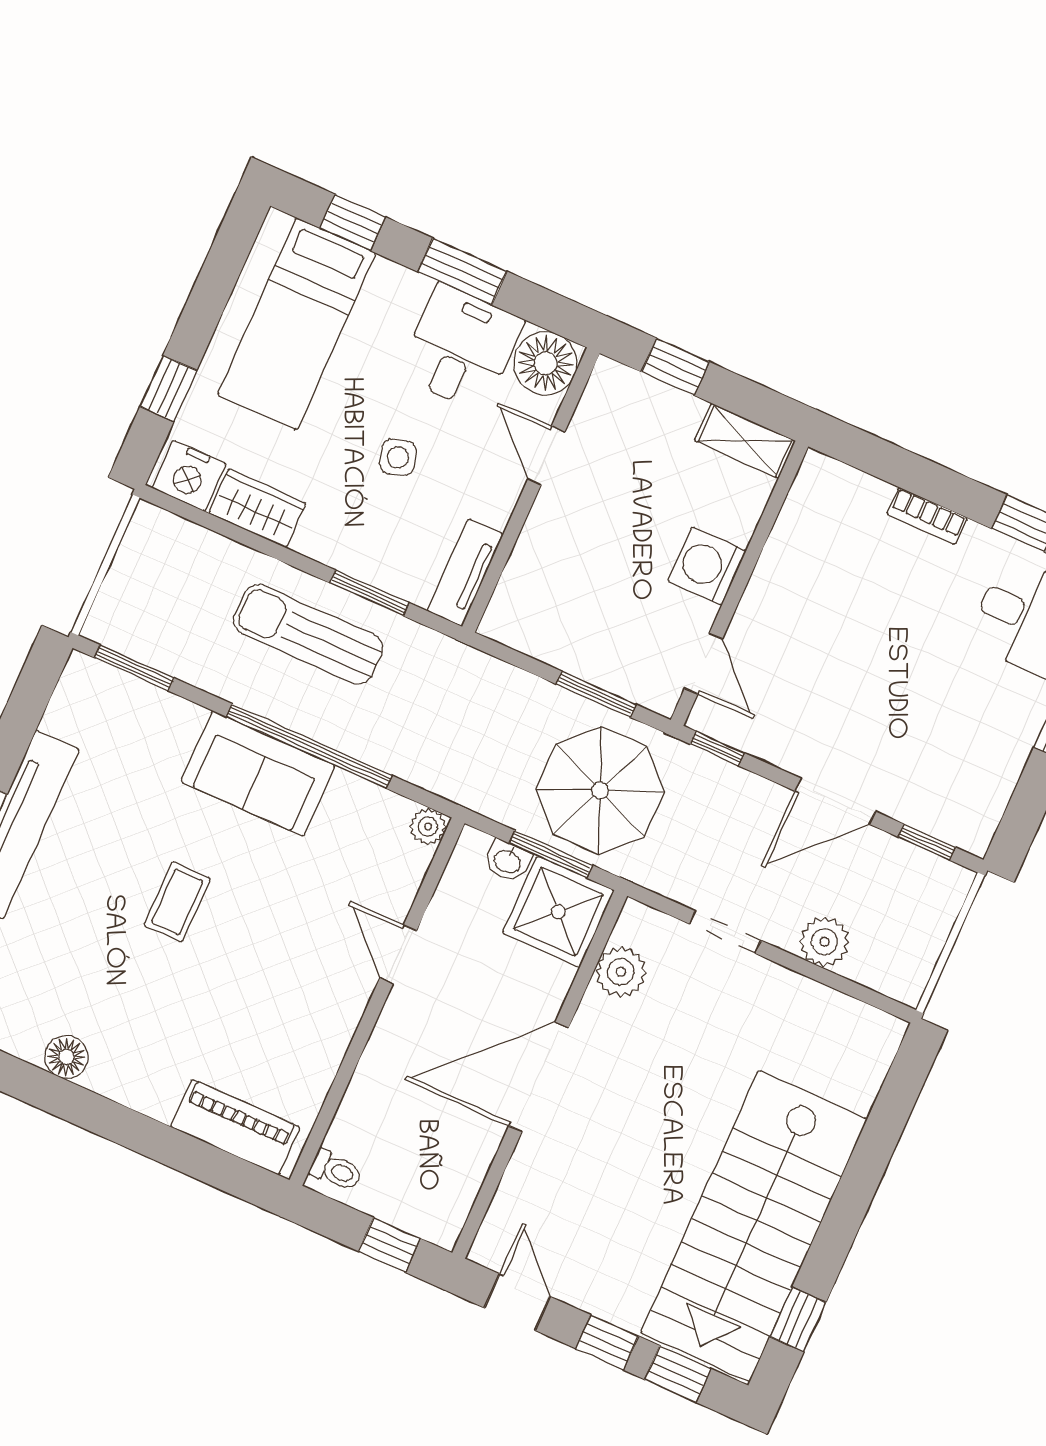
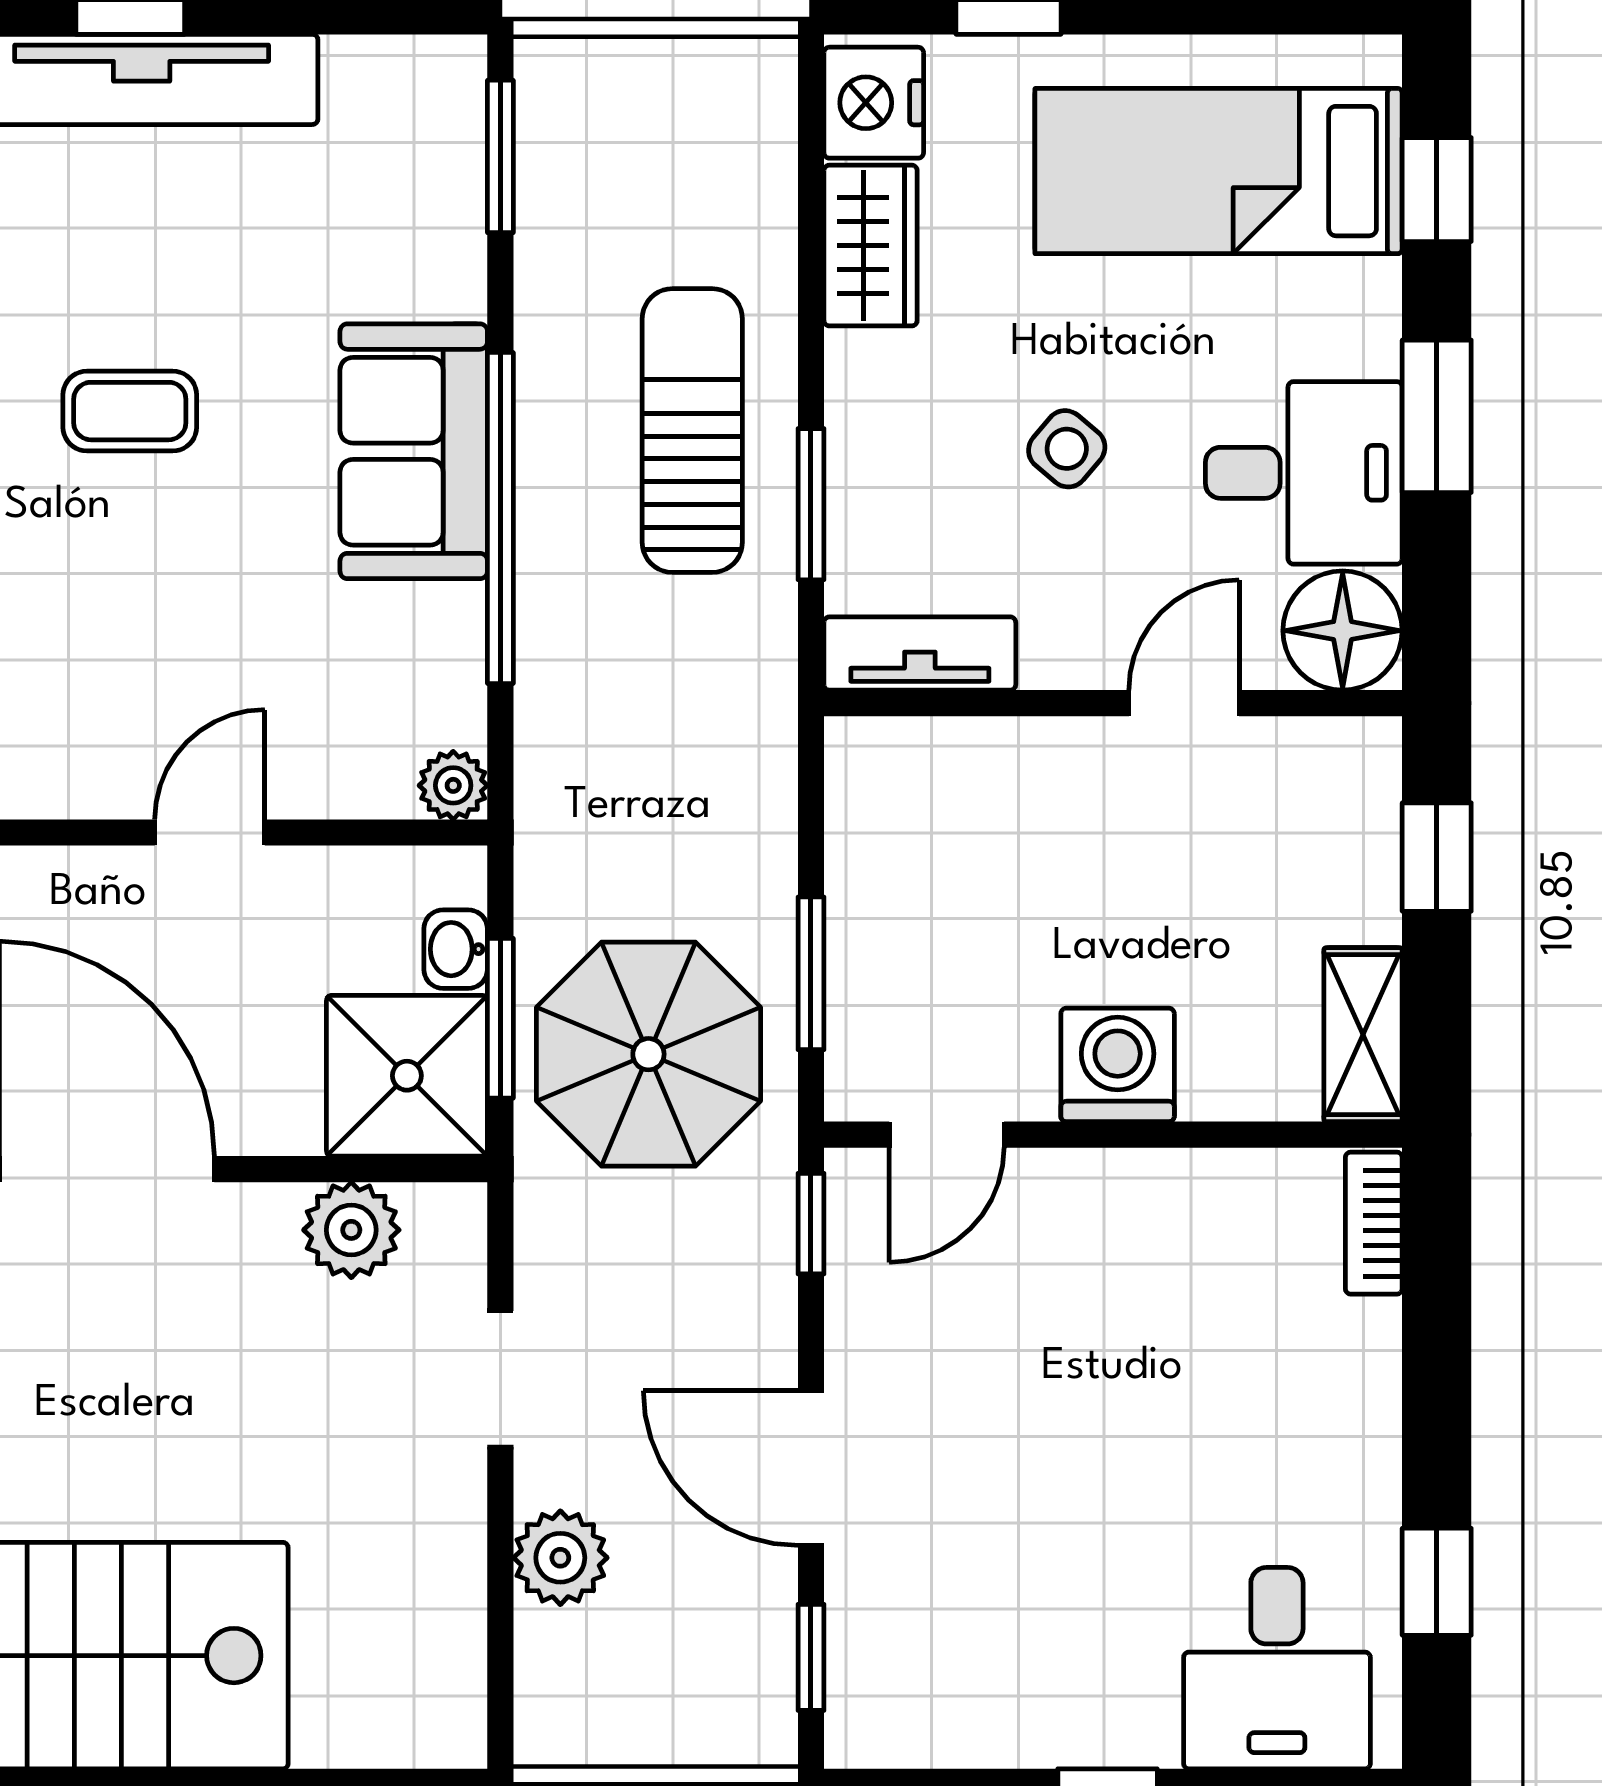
side table: (398, 457) -> (1067, 449), turned -32
bookcase: (927, 516) -> (1374, 1223), moved

